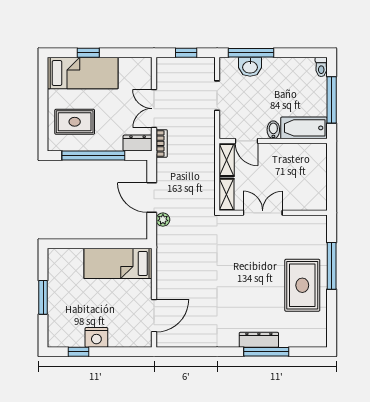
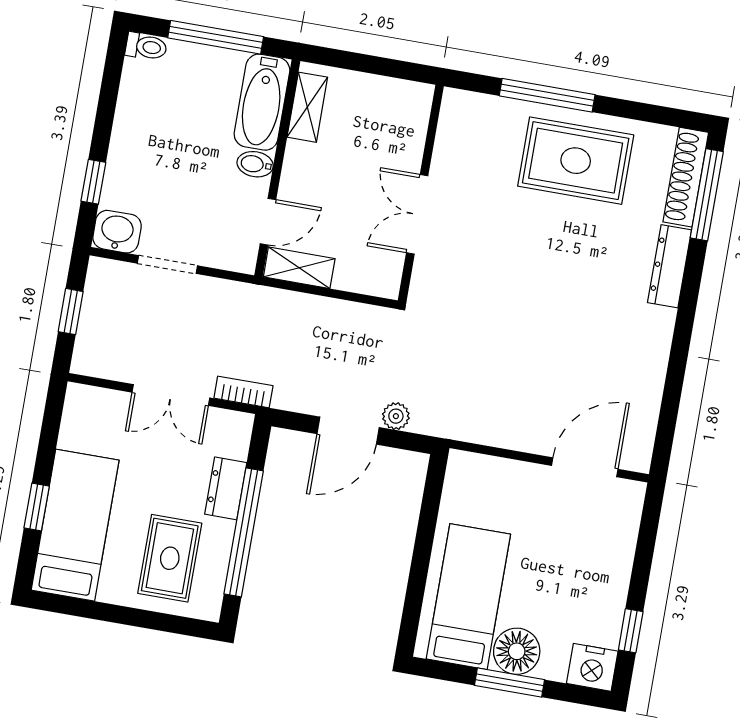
window: (251, 53) -> (93, 182), width x0.46
washbasin: (250, 67) -> (117, 232), moved, turned -90
dresser: (138, 143) -> (226, 488), moved
shelving: (227, 194) -> (307, 107), moved, turned 90
bed: (118, 263) -> (468, 597), moved, turned 180
floor lamp: (59, 298) -> (517, 651), added
door: (154, 316) -> (585, 467), hinge flipped
nightstand: (96, 337) -> (592, 667), moved, turned 90
shoe rack: (304, 340) -> (686, 177), added
window: (266, 352) -> (707, 195), moved

